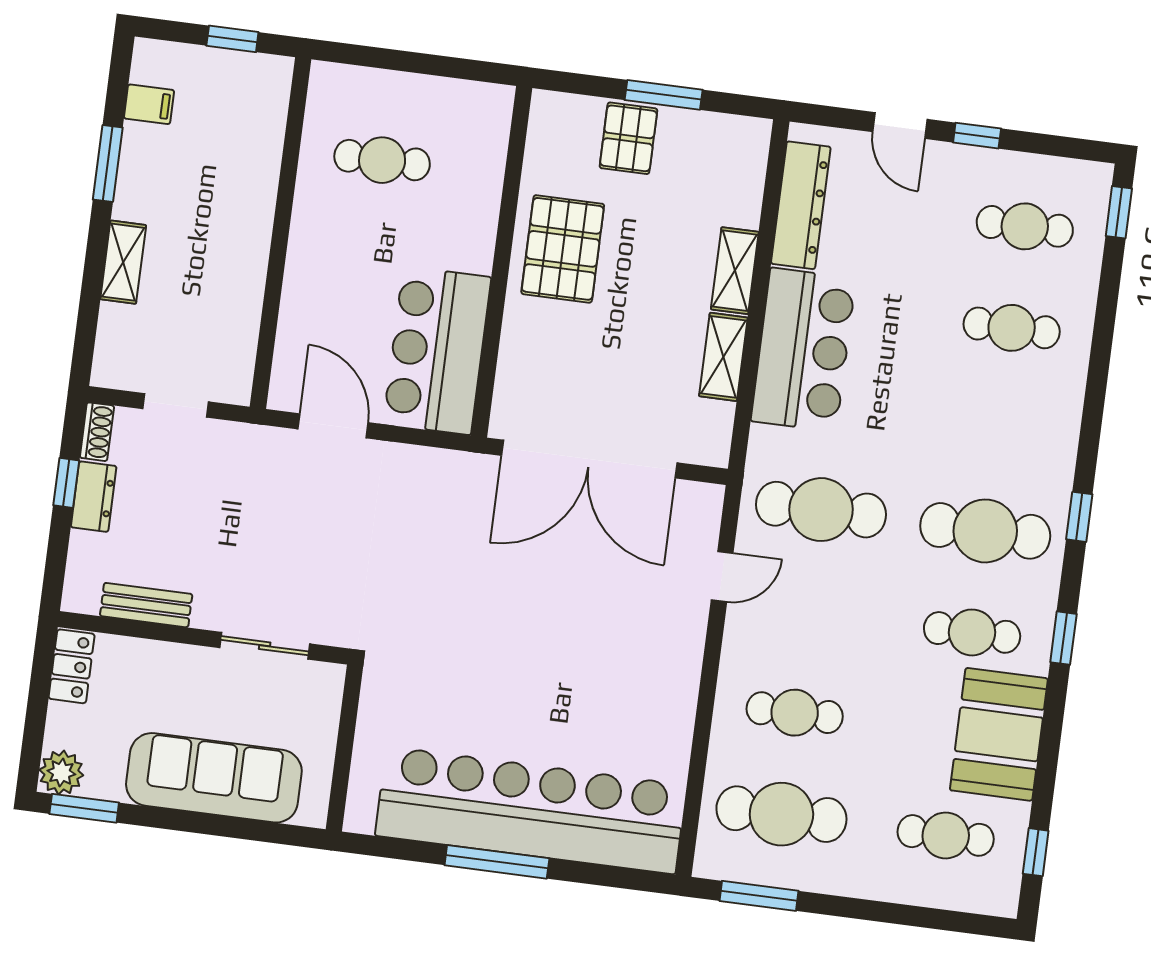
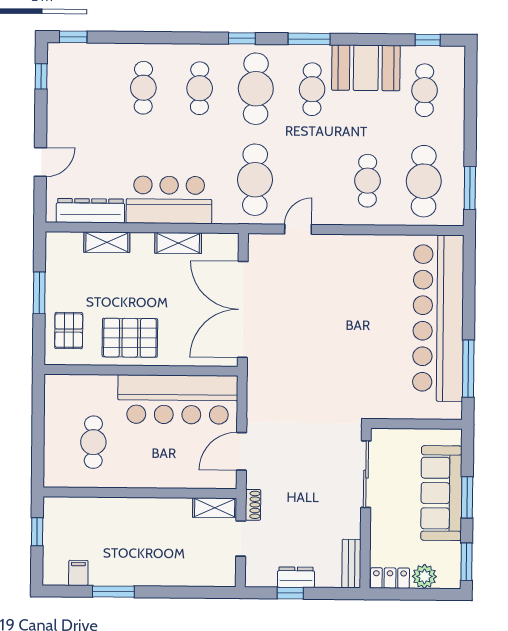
window: (977, 136) -> (41, 76), moved
pallet: (628, 138) -> (69, 331), moved, turned 90
cafe table: (1025, 226) -> (200, 88), moved
shelving: (123, 262) -> (215, 508), moved
shelving: (735, 271) -> (107, 242), moved
bar counter: (437, 351) -> (178, 399), width x1.36
shoe rack: (97, 432) -> (253, 505), moved, turned 90
double door: (589, 459) -> (243, 309), swing flipped
door: (722, 576) -> (298, 229), hinge flipped
bench: (146, 605) -> (351, 564), moved
window: (1063, 638) -> (309, 39), width x1.50
sliding door: (265, 646) -> (366, 474), width x1.37
plant: (61, 773) -> (424, 576), moved
window: (201, 823) -> (467, 497), added
window: (497, 862) -> (468, 369), moved

